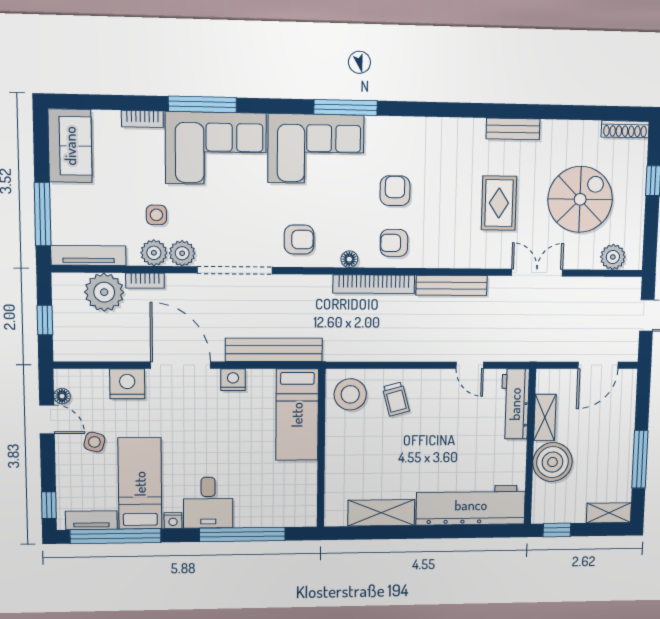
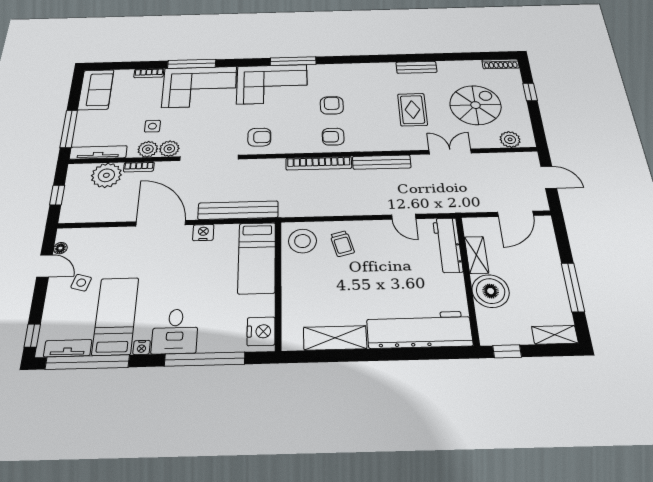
floor lamp: (349, 259) -> (299, 148), removed
nightstand: (127, 384) -> (261, 331), moved, turned 90

